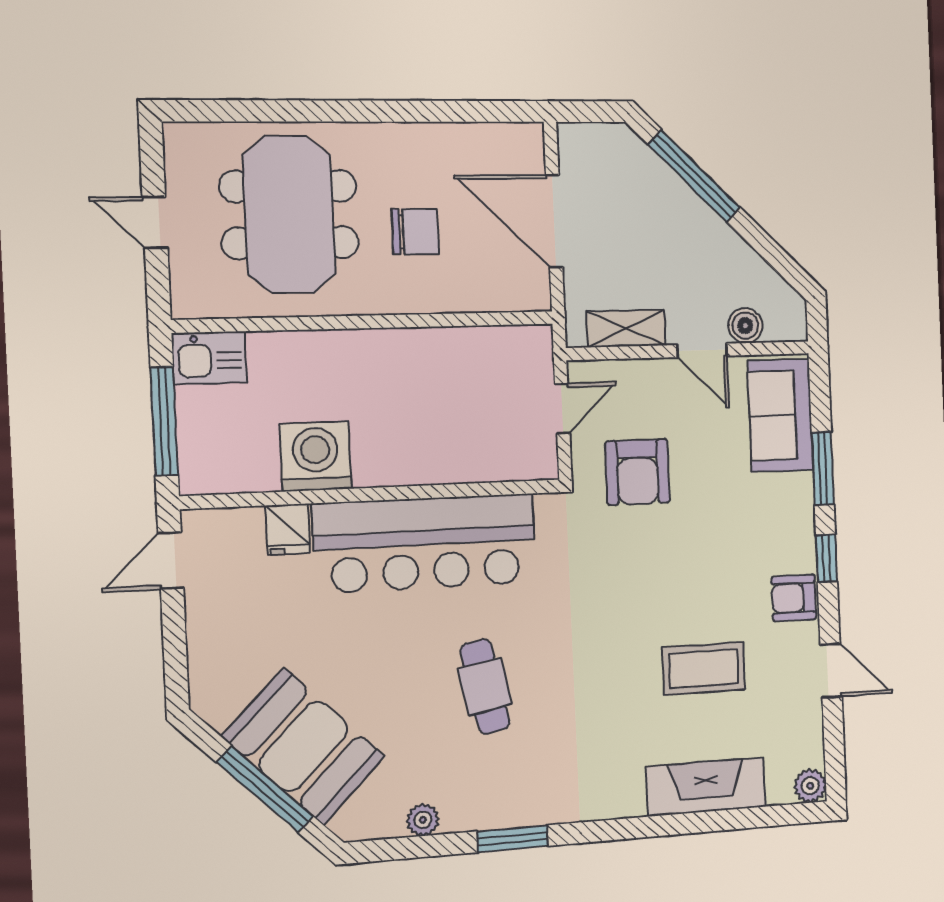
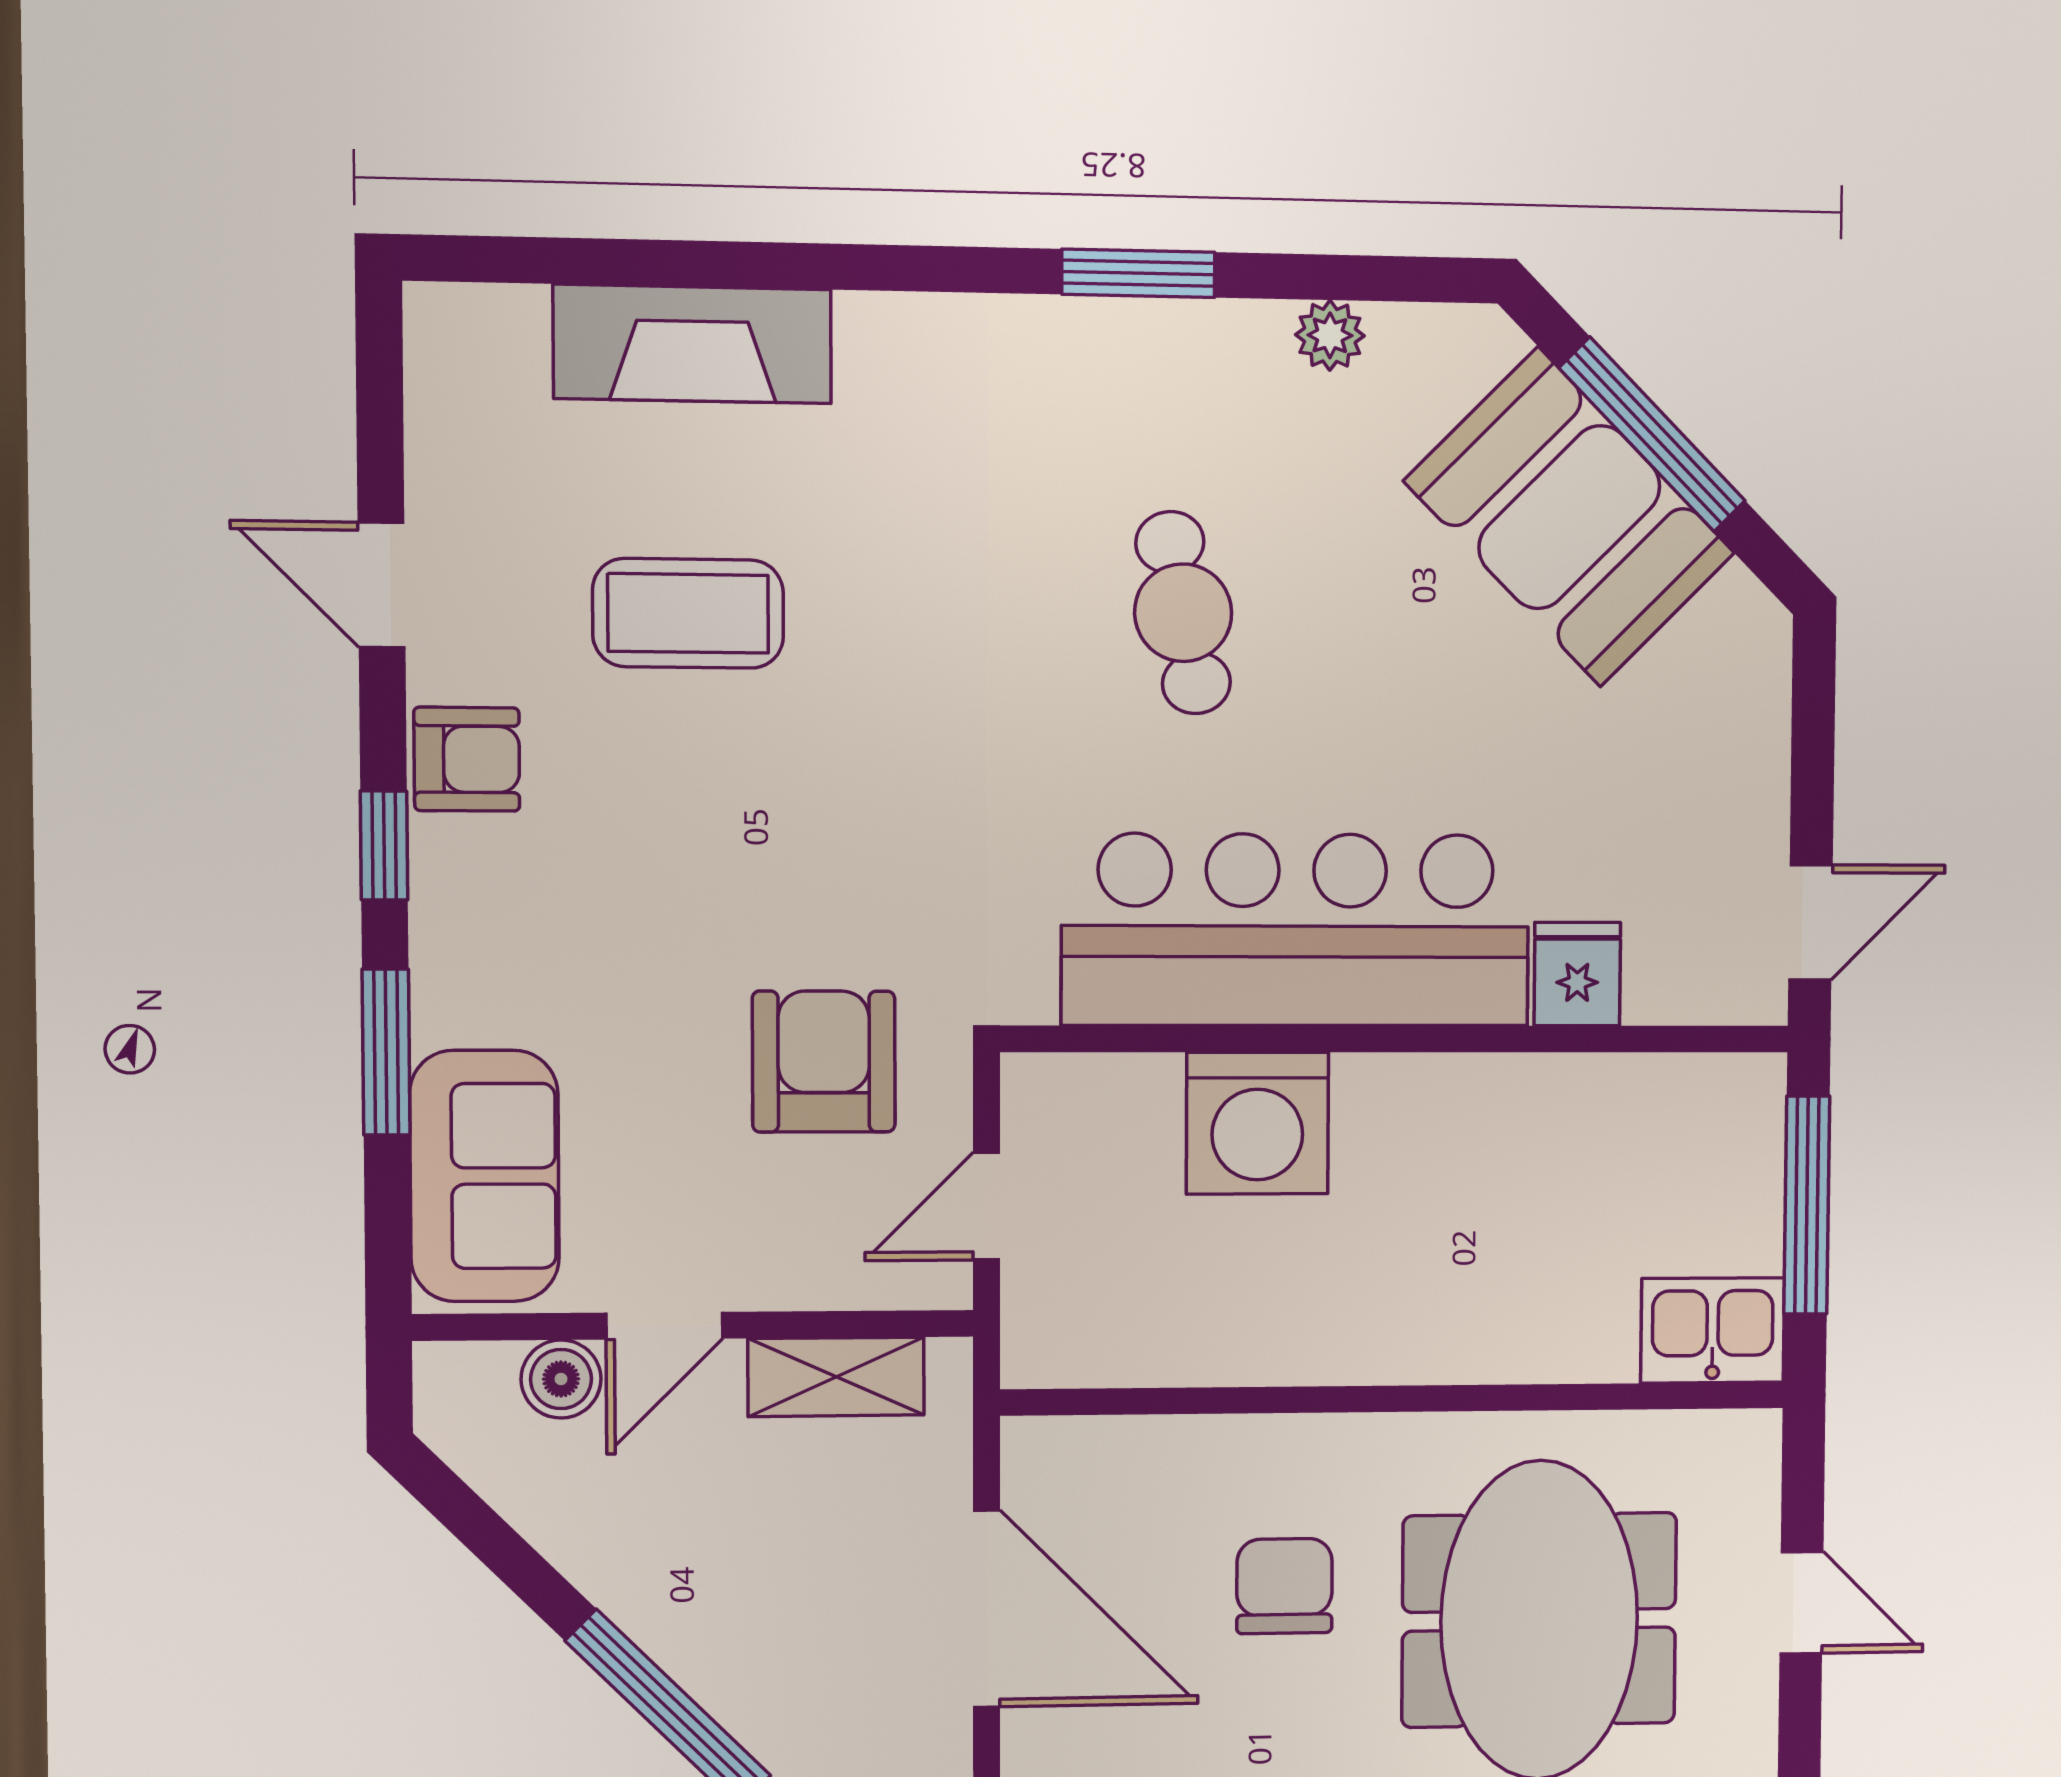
chair: (415, 231) -> (1284, 1586), turned 90
door: (702, 350) -> (664, 1326), swing flipped
washing machine: (316, 456) -> (1257, 1123), moved
plant: (810, 786) -> (442, 321), removed

